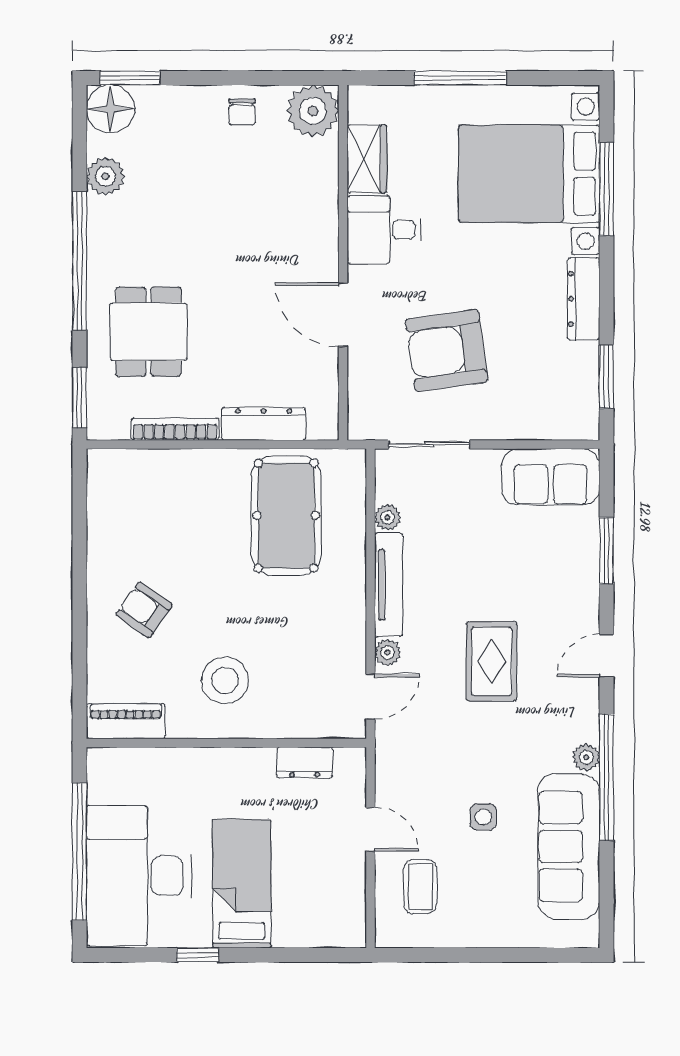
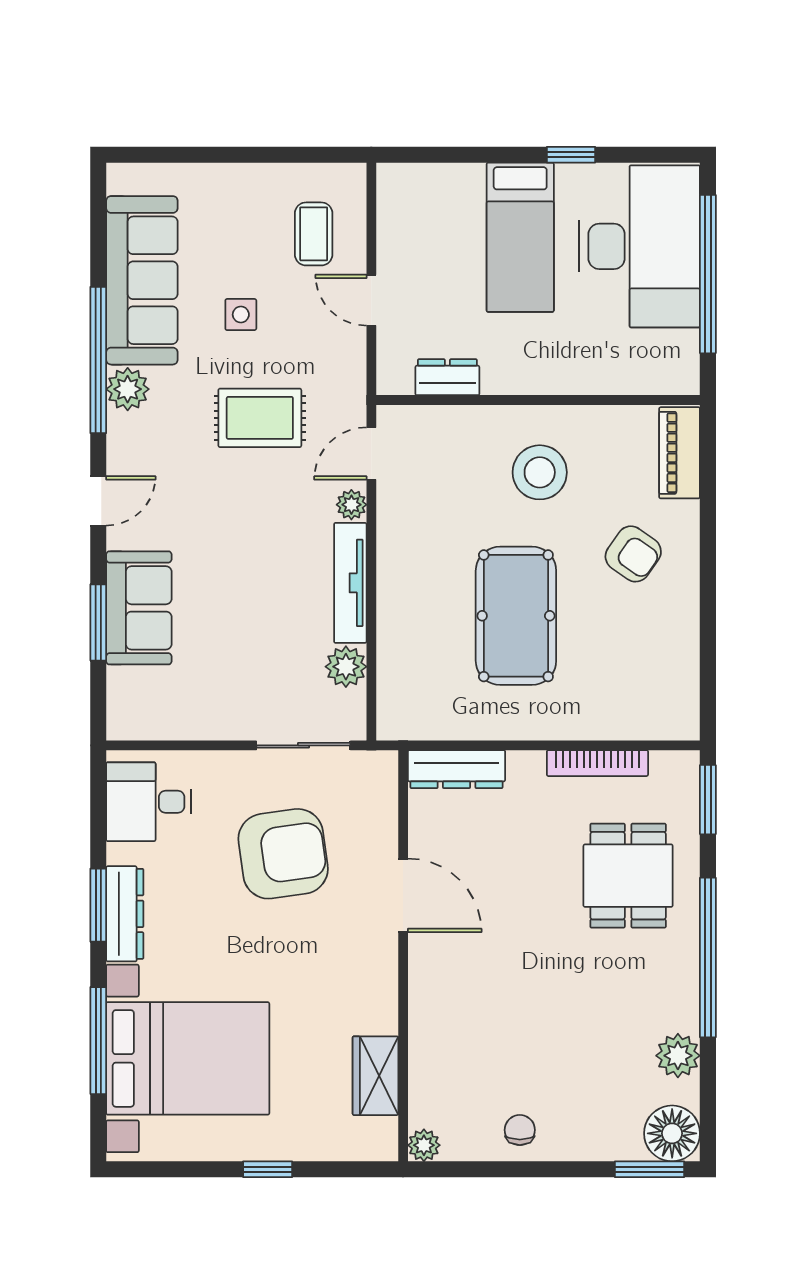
window: (460, 78) -> (268, 1169), width x0.46
plant: (313, 111) -> (424, 1145), width x0.53, depth x0.53
desk: (384, 230) -> (149, 802), moved, turned 180
window: (607, 377) -> (98, 905), moved
dresser: (264, 424) -> (457, 769), moved
sofa: (551, 477) -> (139, 608), moved, turned 90
pool table: (286, 516) -> (516, 616), moved
plant: (388, 517) -> (346, 667), width x1.38, depth x1.38
rug: (492, 661) -> (260, 418), moved, turned 90
piano: (126, 721) -> (680, 453), moved, turned 90
plant: (586, 757) -> (128, 389), width x1.38, depth x1.38

